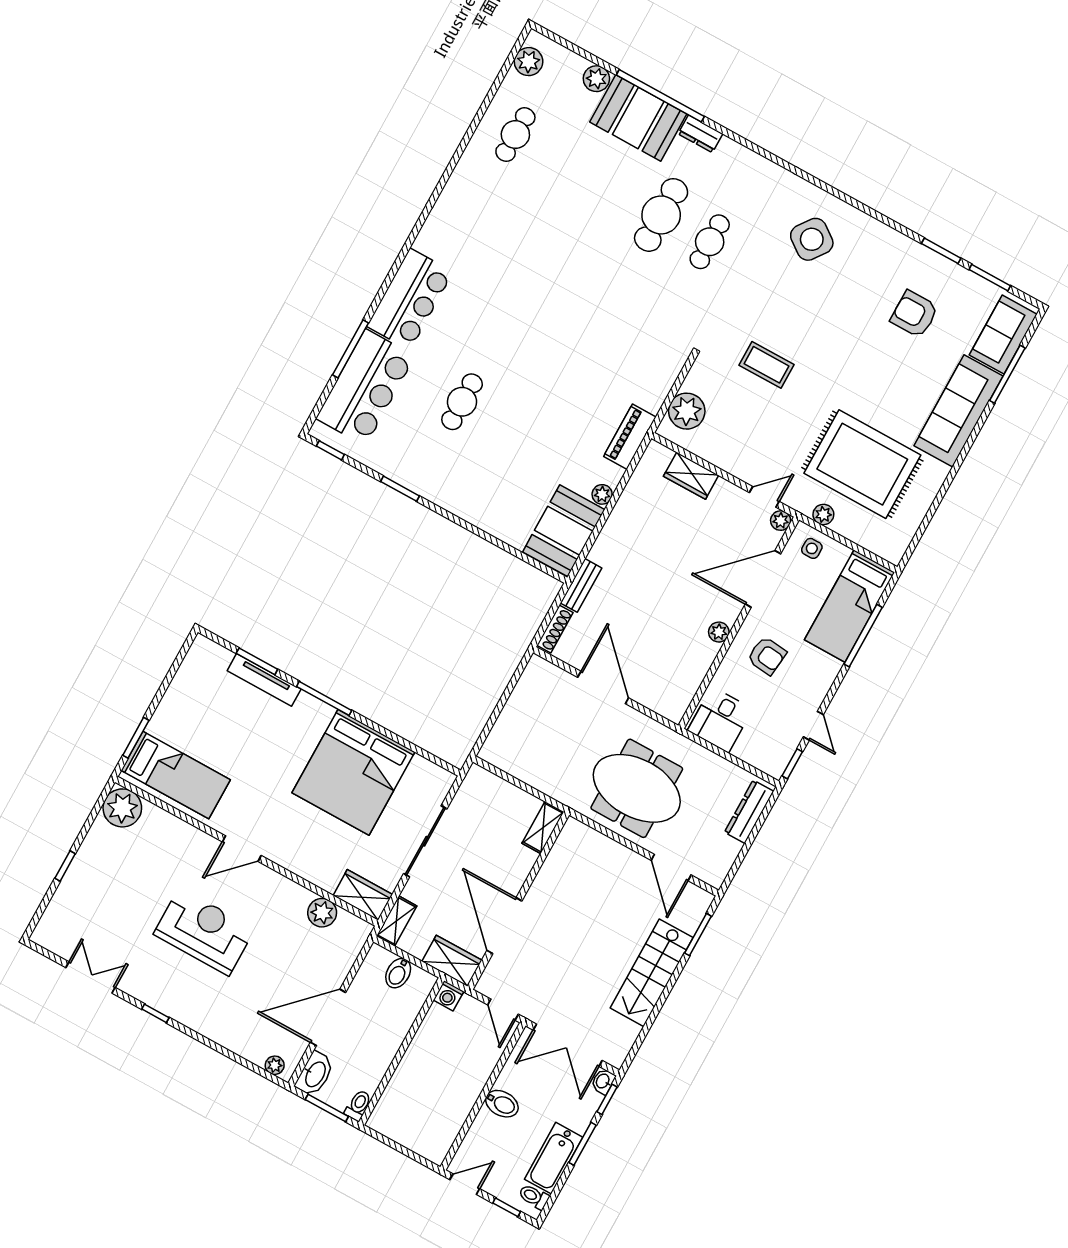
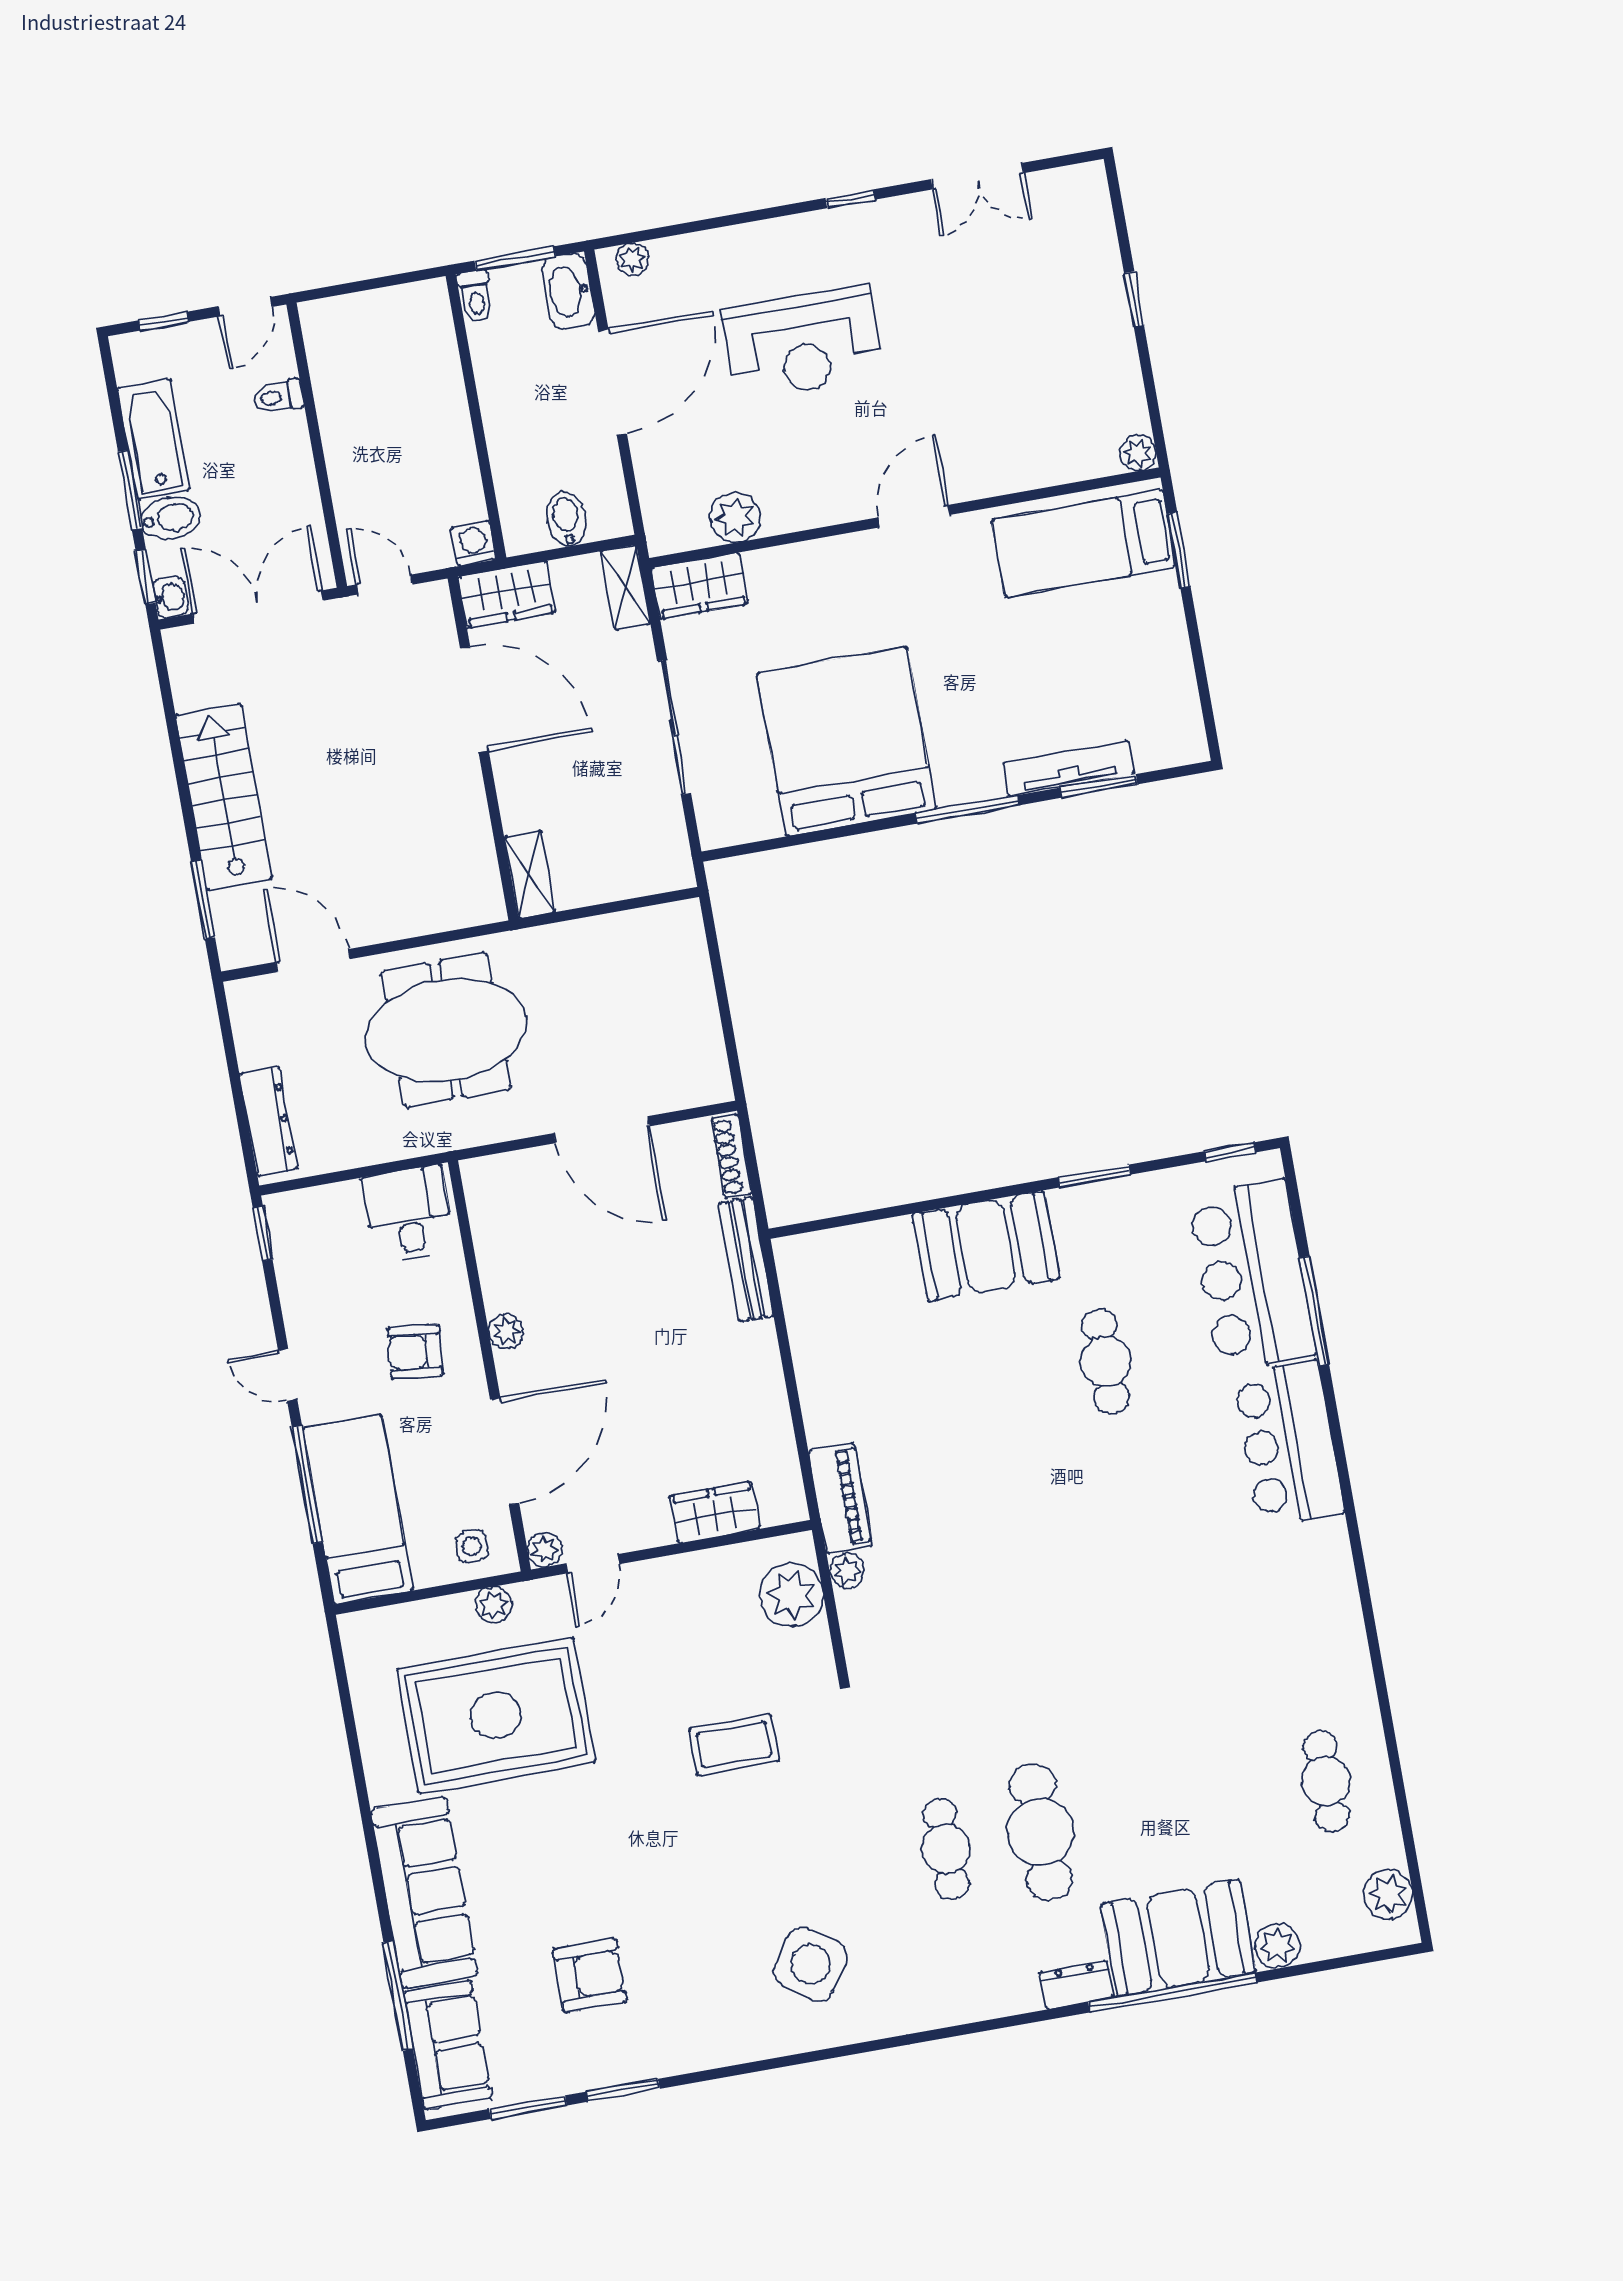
plant: (602, 494) -> (847, 1571), moved
booth: (564, 531) -> (986, 1246), moved, turned 90
bench: (581, 585) -> (746, 1259), width x1.36
door: (813, 726) -> (288, 1375), moved
plant: (122, 808) -> (1138, 453), width x0.53, depth x0.53
reception desk: (204, 932) -> (803, 343), moved
bidet: (502, 1104) -> (171, 518), moved, turned 180
toilet: (534, 1197) -> (278, 397), moved, turned 180

